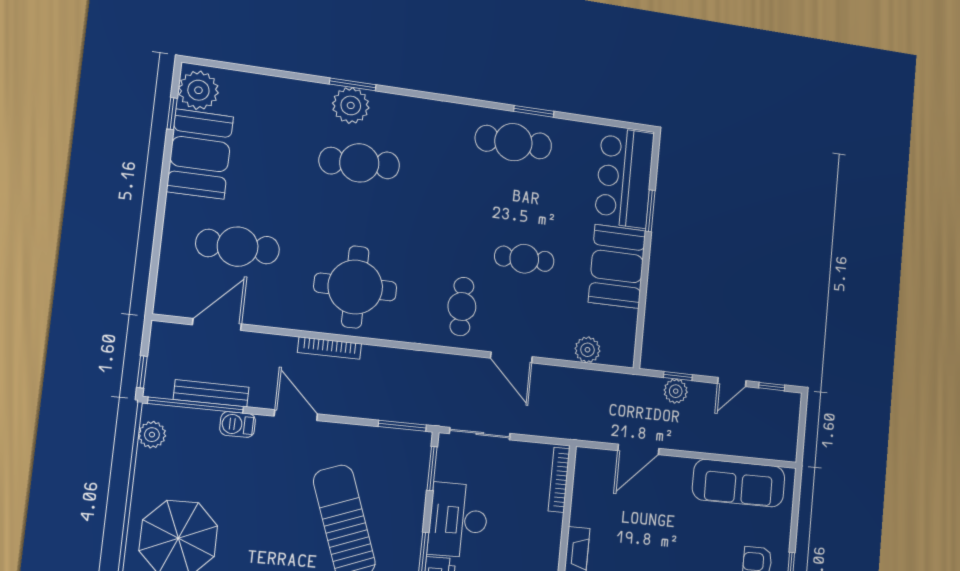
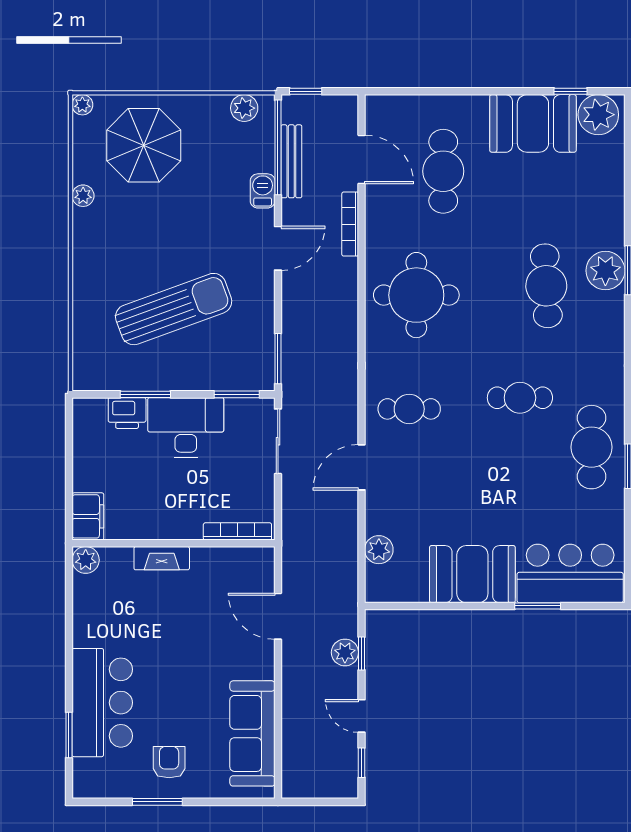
cafe table: (524, 259) -> (520, 398), moved, turned 90
bookcase: (330, 348) -> (350, 224), moved

